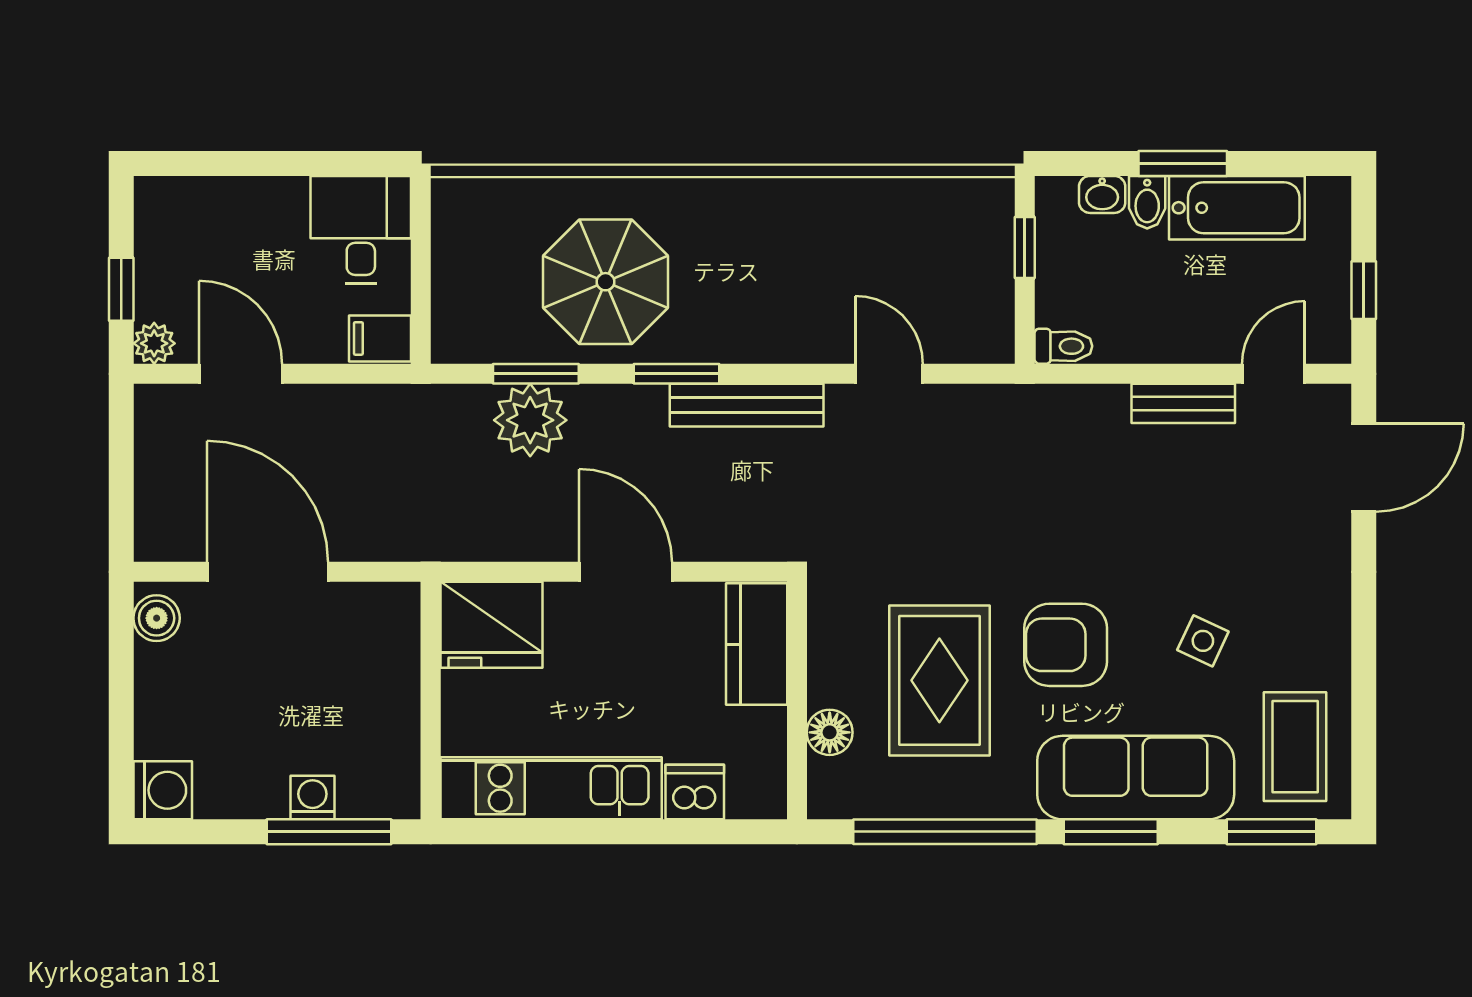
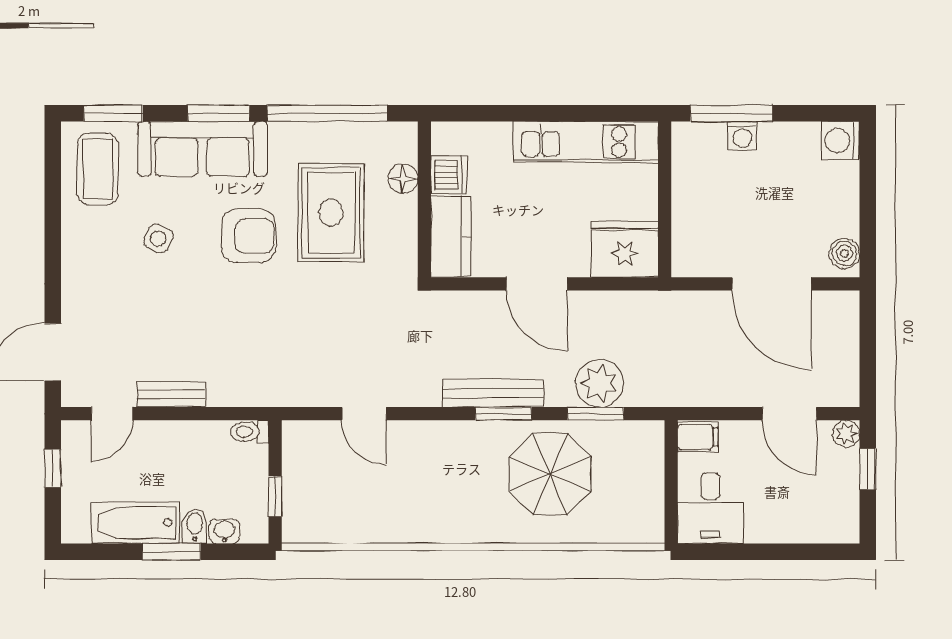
bench: (747, 405) -> (493, 393), moved
dishwasher: (695, 792) -> (449, 175), moved, turned -90

